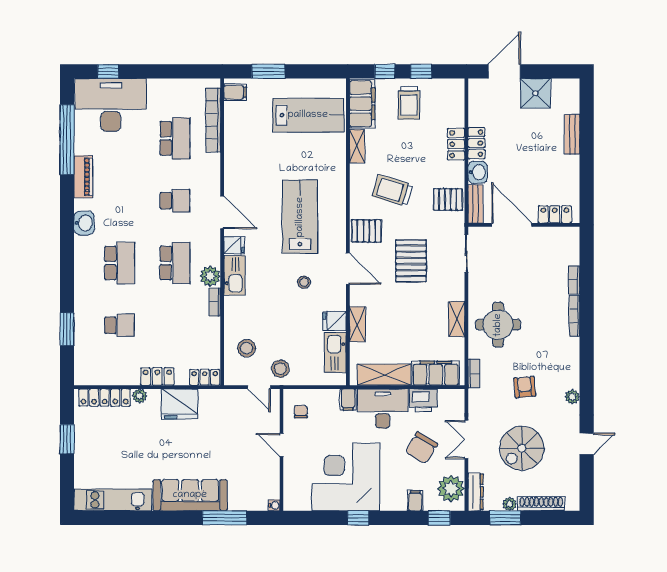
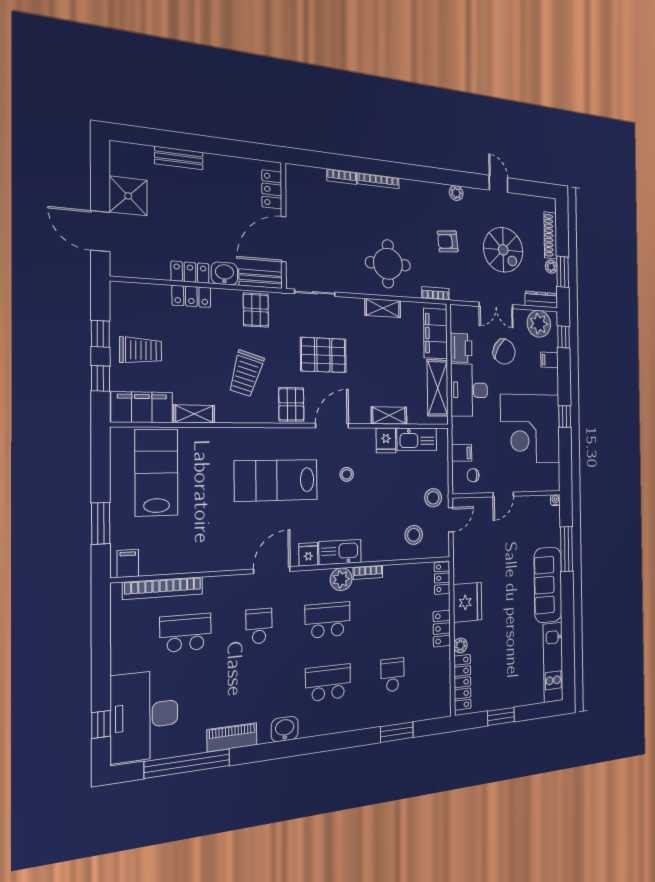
filing cabinet: (348, 400) -> (462, 453), moved

